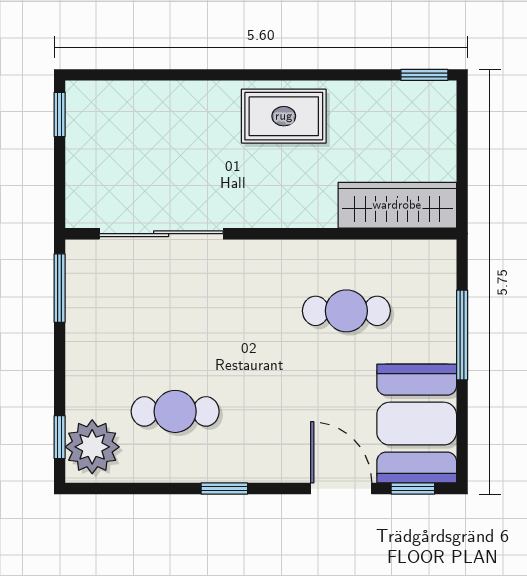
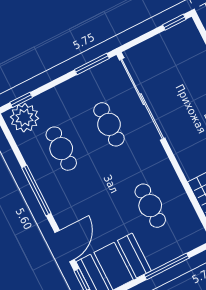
sliding door: (161, 234) -> (142, 99), width x1.36
cafe table: (175, 311) -> (109, 124), added
window: (224, 489) -> (36, 191), width x2.17

